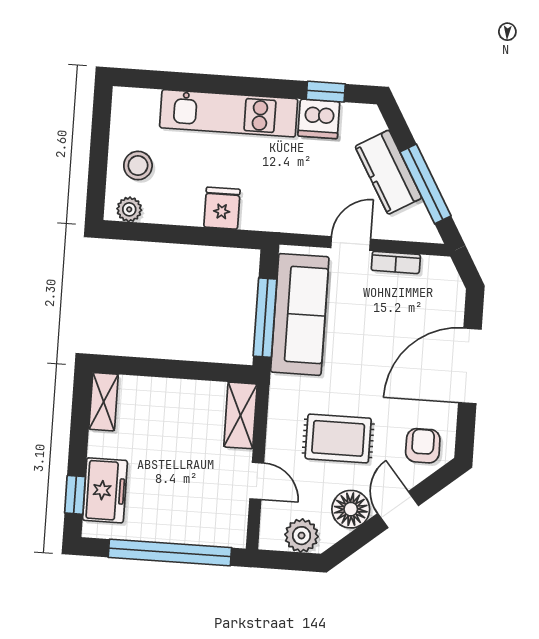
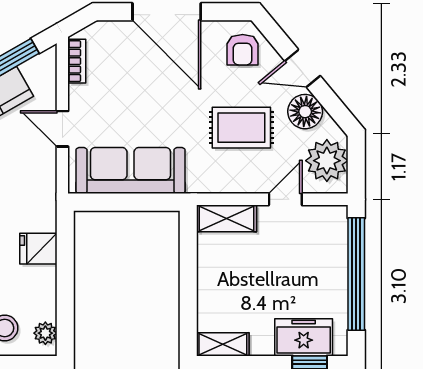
bookcase: (396, 262) -> (77, 61), moved
window: (265, 318) -> (136, 202), removed
rug: (338, 438) -> (241, 128), turned 90
armchair: (423, 446) -> (243, 50), turned -90
plant: (301, 536) -> (327, 161), width x1.36, depth x1.36

